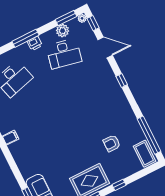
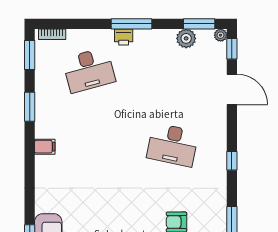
printer: (35, 43) -> (124, 37), moved
desk: (64, 54) -> (173, 145), moved
window: (122, 81) -> (232, 161), moved

